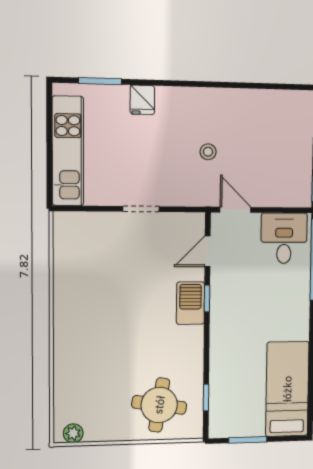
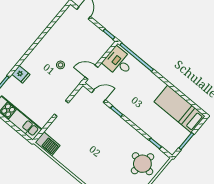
door: (208, 251) -> (99, 96), swing flipped
barbecue: (190, 303) -> (48, 144), moved, turned 180

